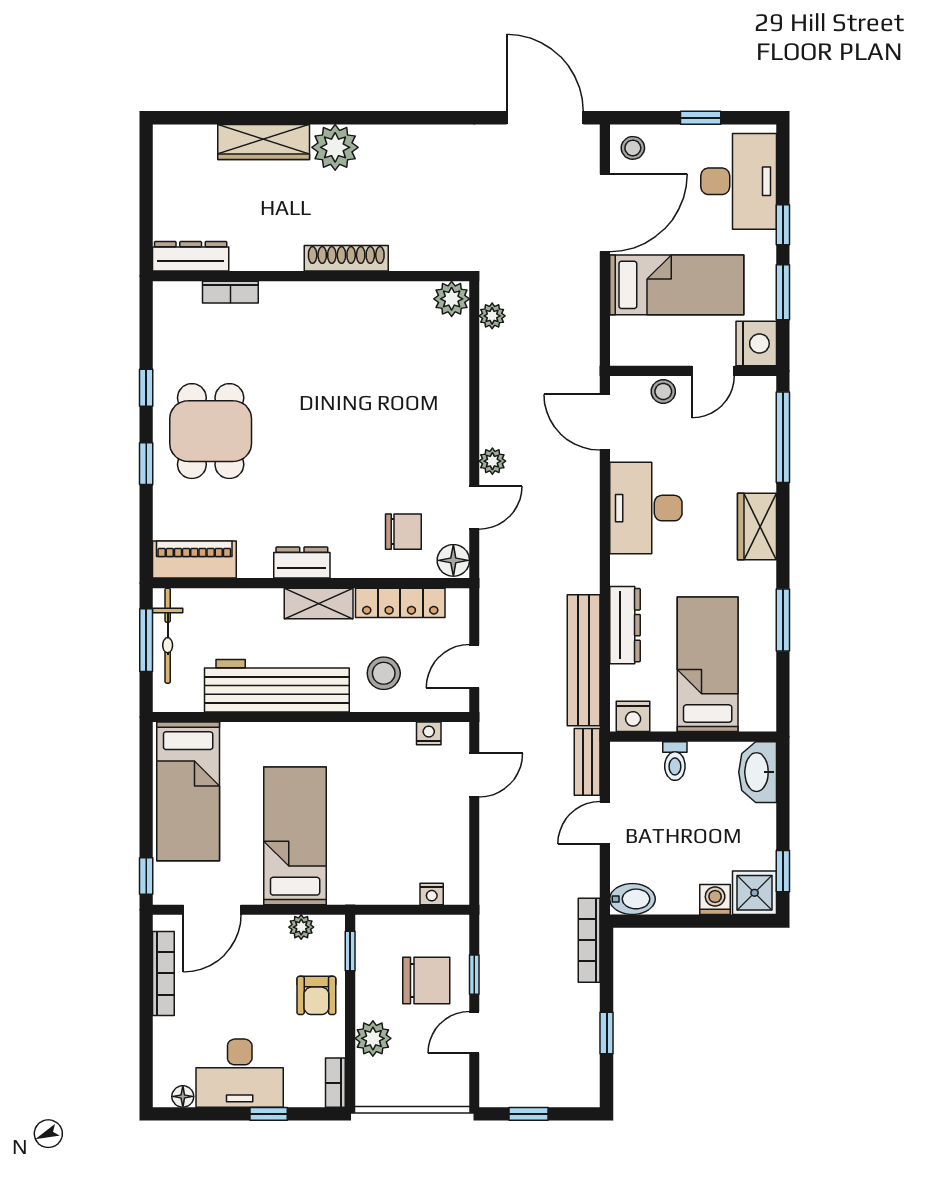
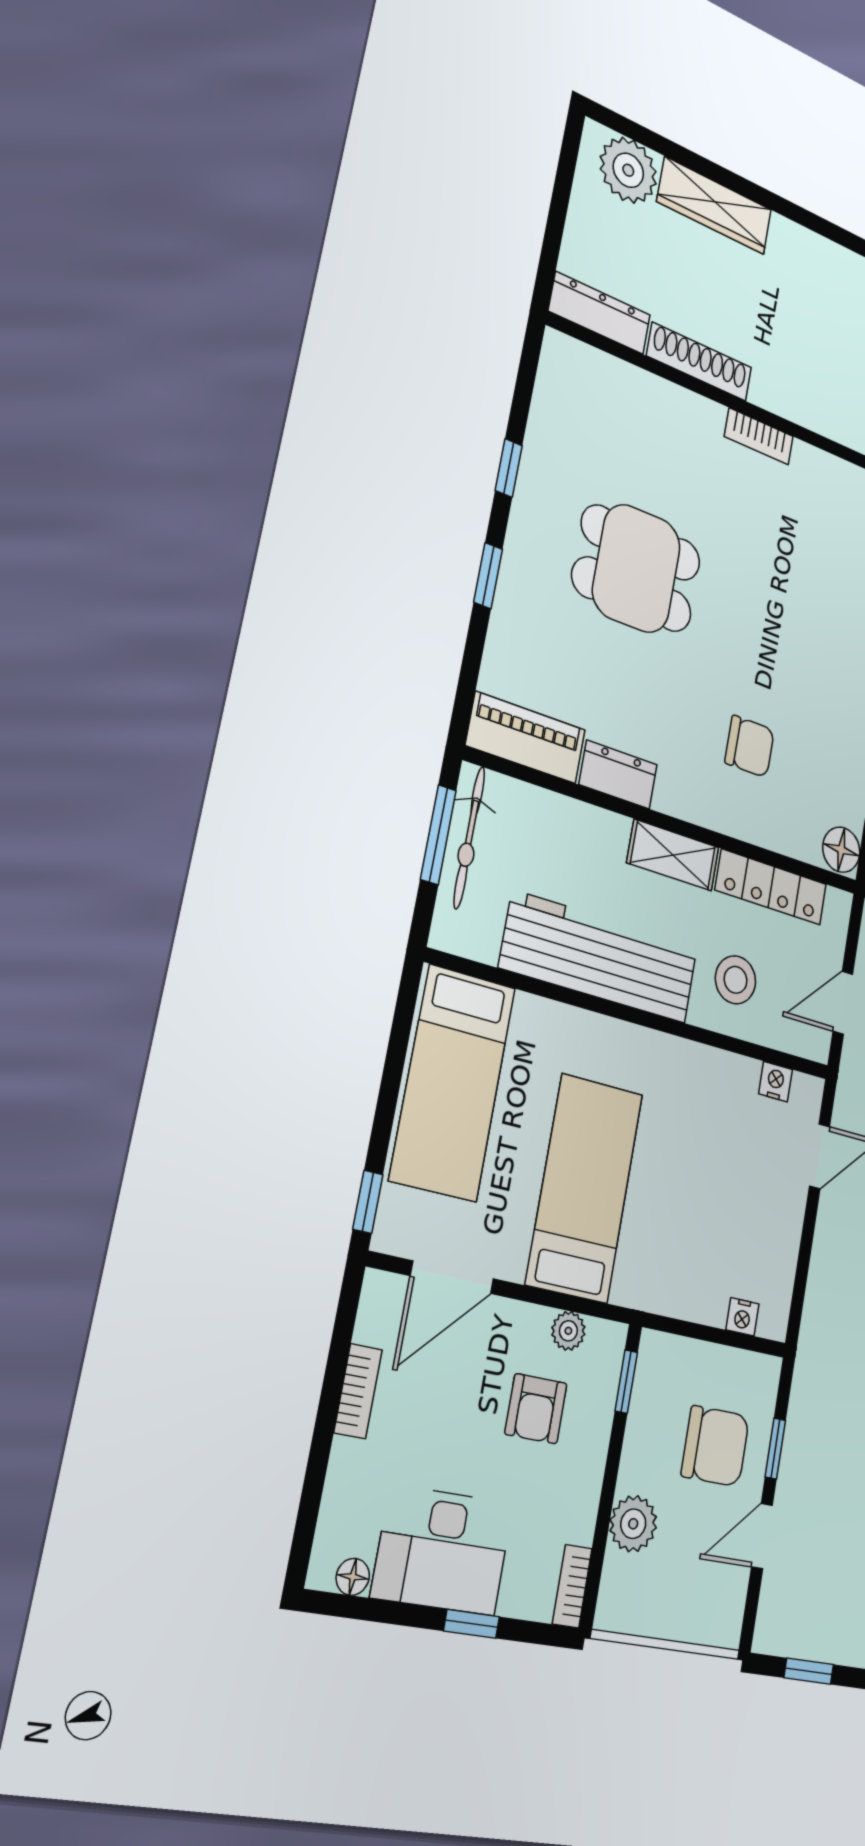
plant: (335, 147) -> (628, 170), moved
shoe rack: (346, 258) -> (699, 362), moved
bookcase: (230, 292) -> (759, 436), moved
dining table: (211, 431) -> (636, 568), moved, turned 90
chair: (403, 532) -> (750, 746), moved
dresser: (302, 563) -> (618, 775), moved
bookcase: (163, 973) -> (358, 1391), width x0.64
armchair: (316, 995) -> (536, 1409), moved

